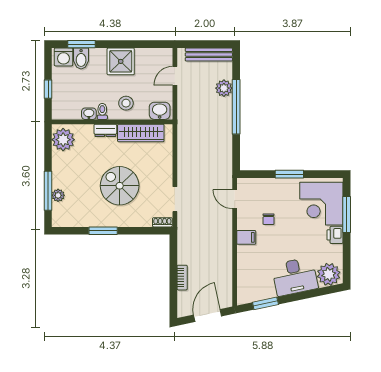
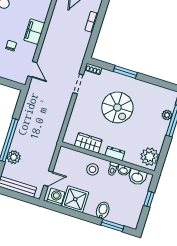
washing machine: (63, 57) -> (56, 197), moved
bidet: (81, 58) -> (103, 210), moved
shower: (121, 61) -> (75, 199), moved
washbasin: (160, 111) -> (137, 177), moved
wardrobe: (141, 133) -> (88, 143), width x0.67
window: (103, 231) -> (125, 72), moved
filing cabinet: (246, 237) -> (34, 32), width x2.00

